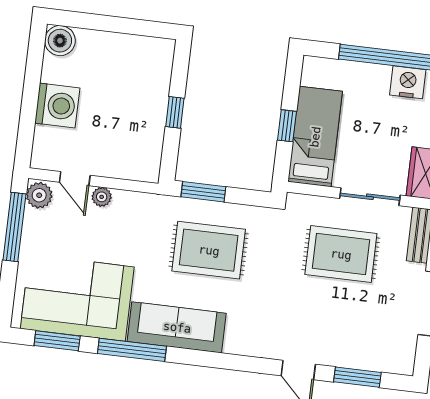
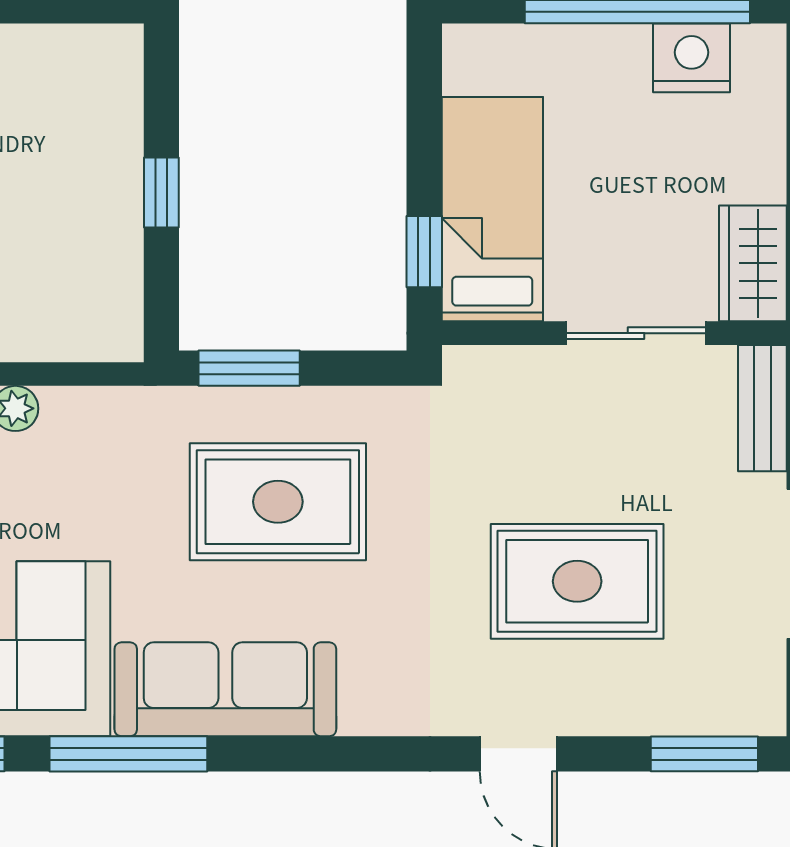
window: (287, 126) -> (424, 252), moved
rug: (341, 254) -> (577, 581), moved
window: (357, 377) -> (704, 754), moved

